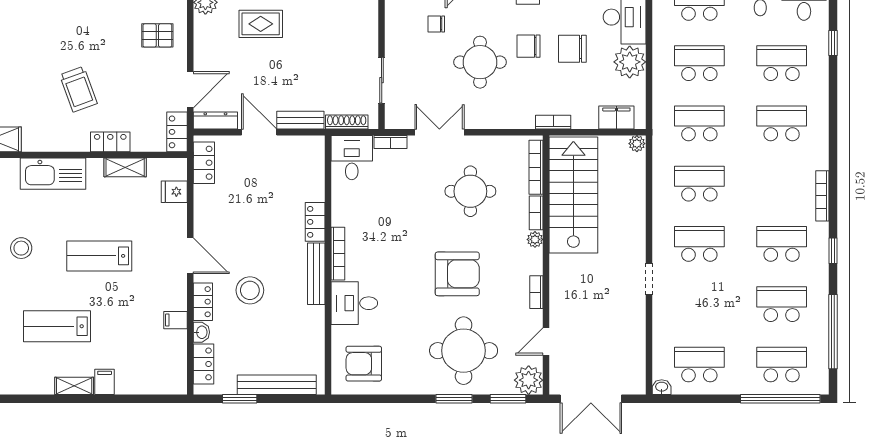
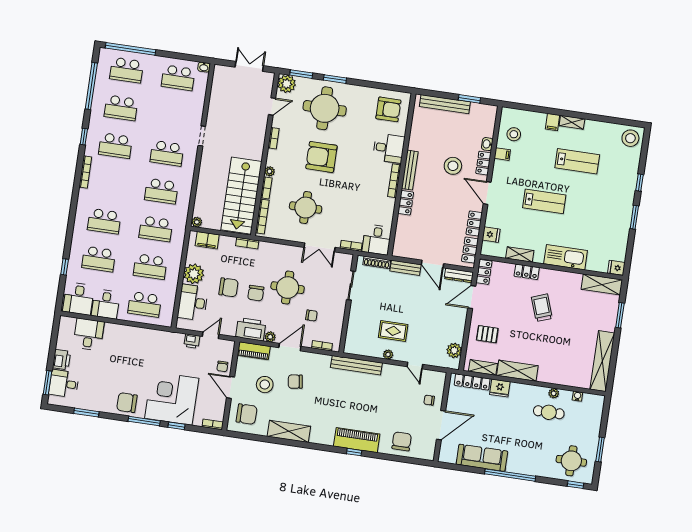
rug: (261, 24) -> (393, 331), moved
chair: (528, 46) -> (256, 293), turned 90
stool: (21, 248) -> (514, 134), moved
locker: (203, 364) -> (474, 223), moved
double door: (591, 399) -> (249, 66), width x0.73

